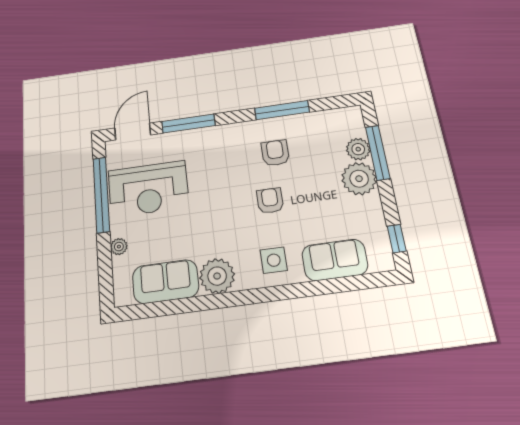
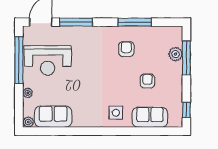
plant: (359, 179) -> (172, 72), removed
armchair: (270, 201) -> (147, 81), moved
plant: (217, 276) -> (28, 122), moved, width x0.53, depth x0.53

